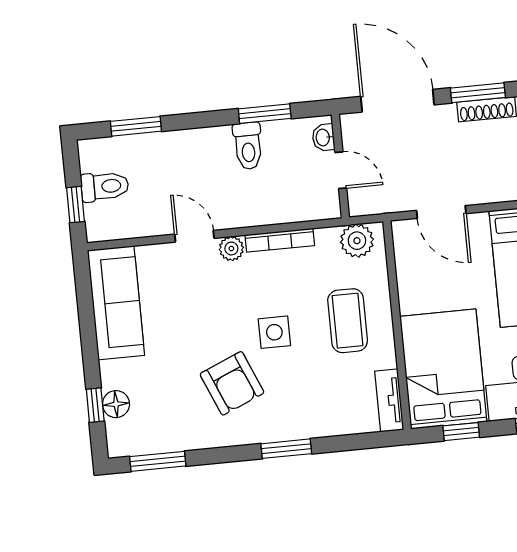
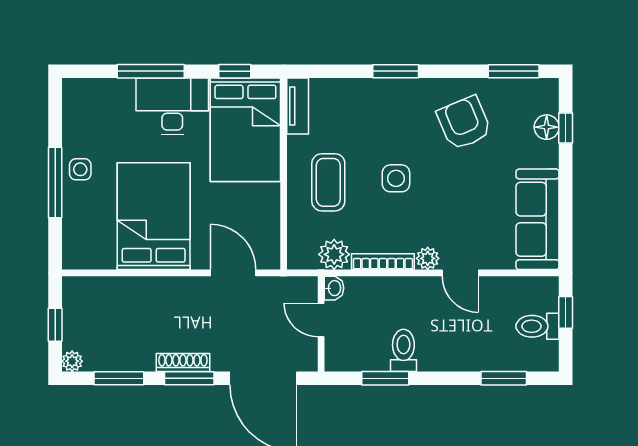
washbasin: (323, 137) -> (334, 288), moved
plant: (357, 241) -> (334, 254), moved
armchair: (232, 383) -> (464, 123), moved

